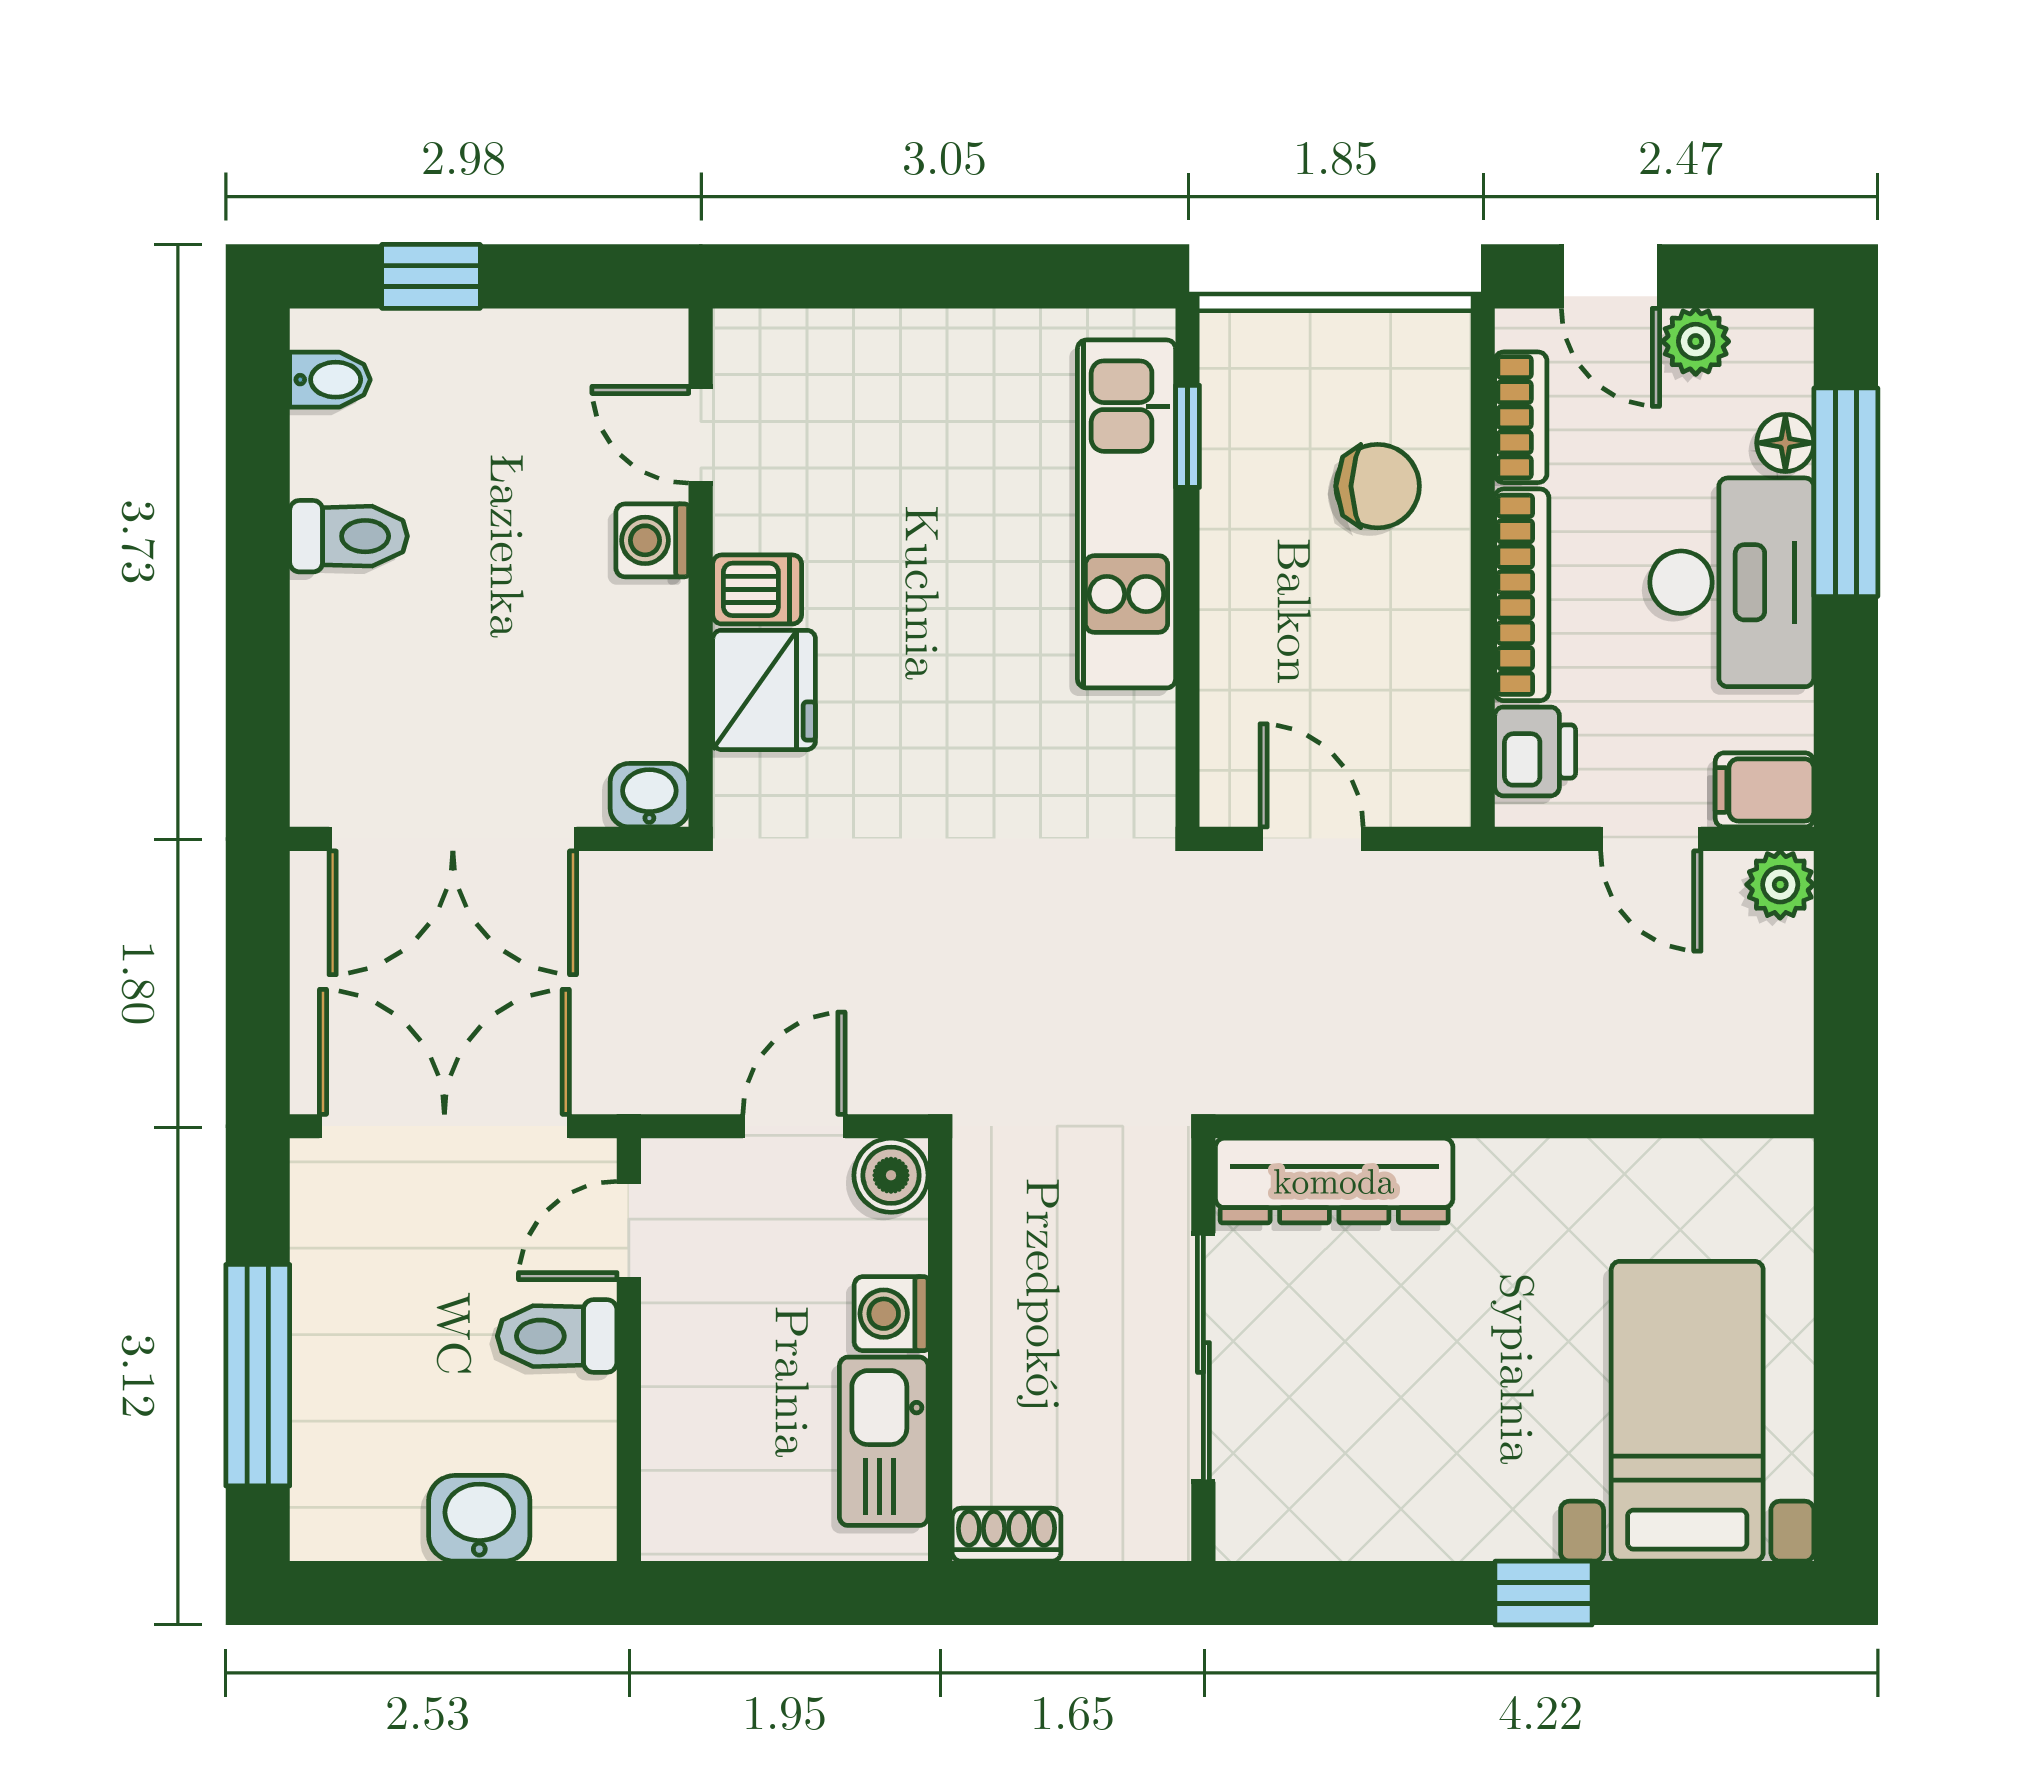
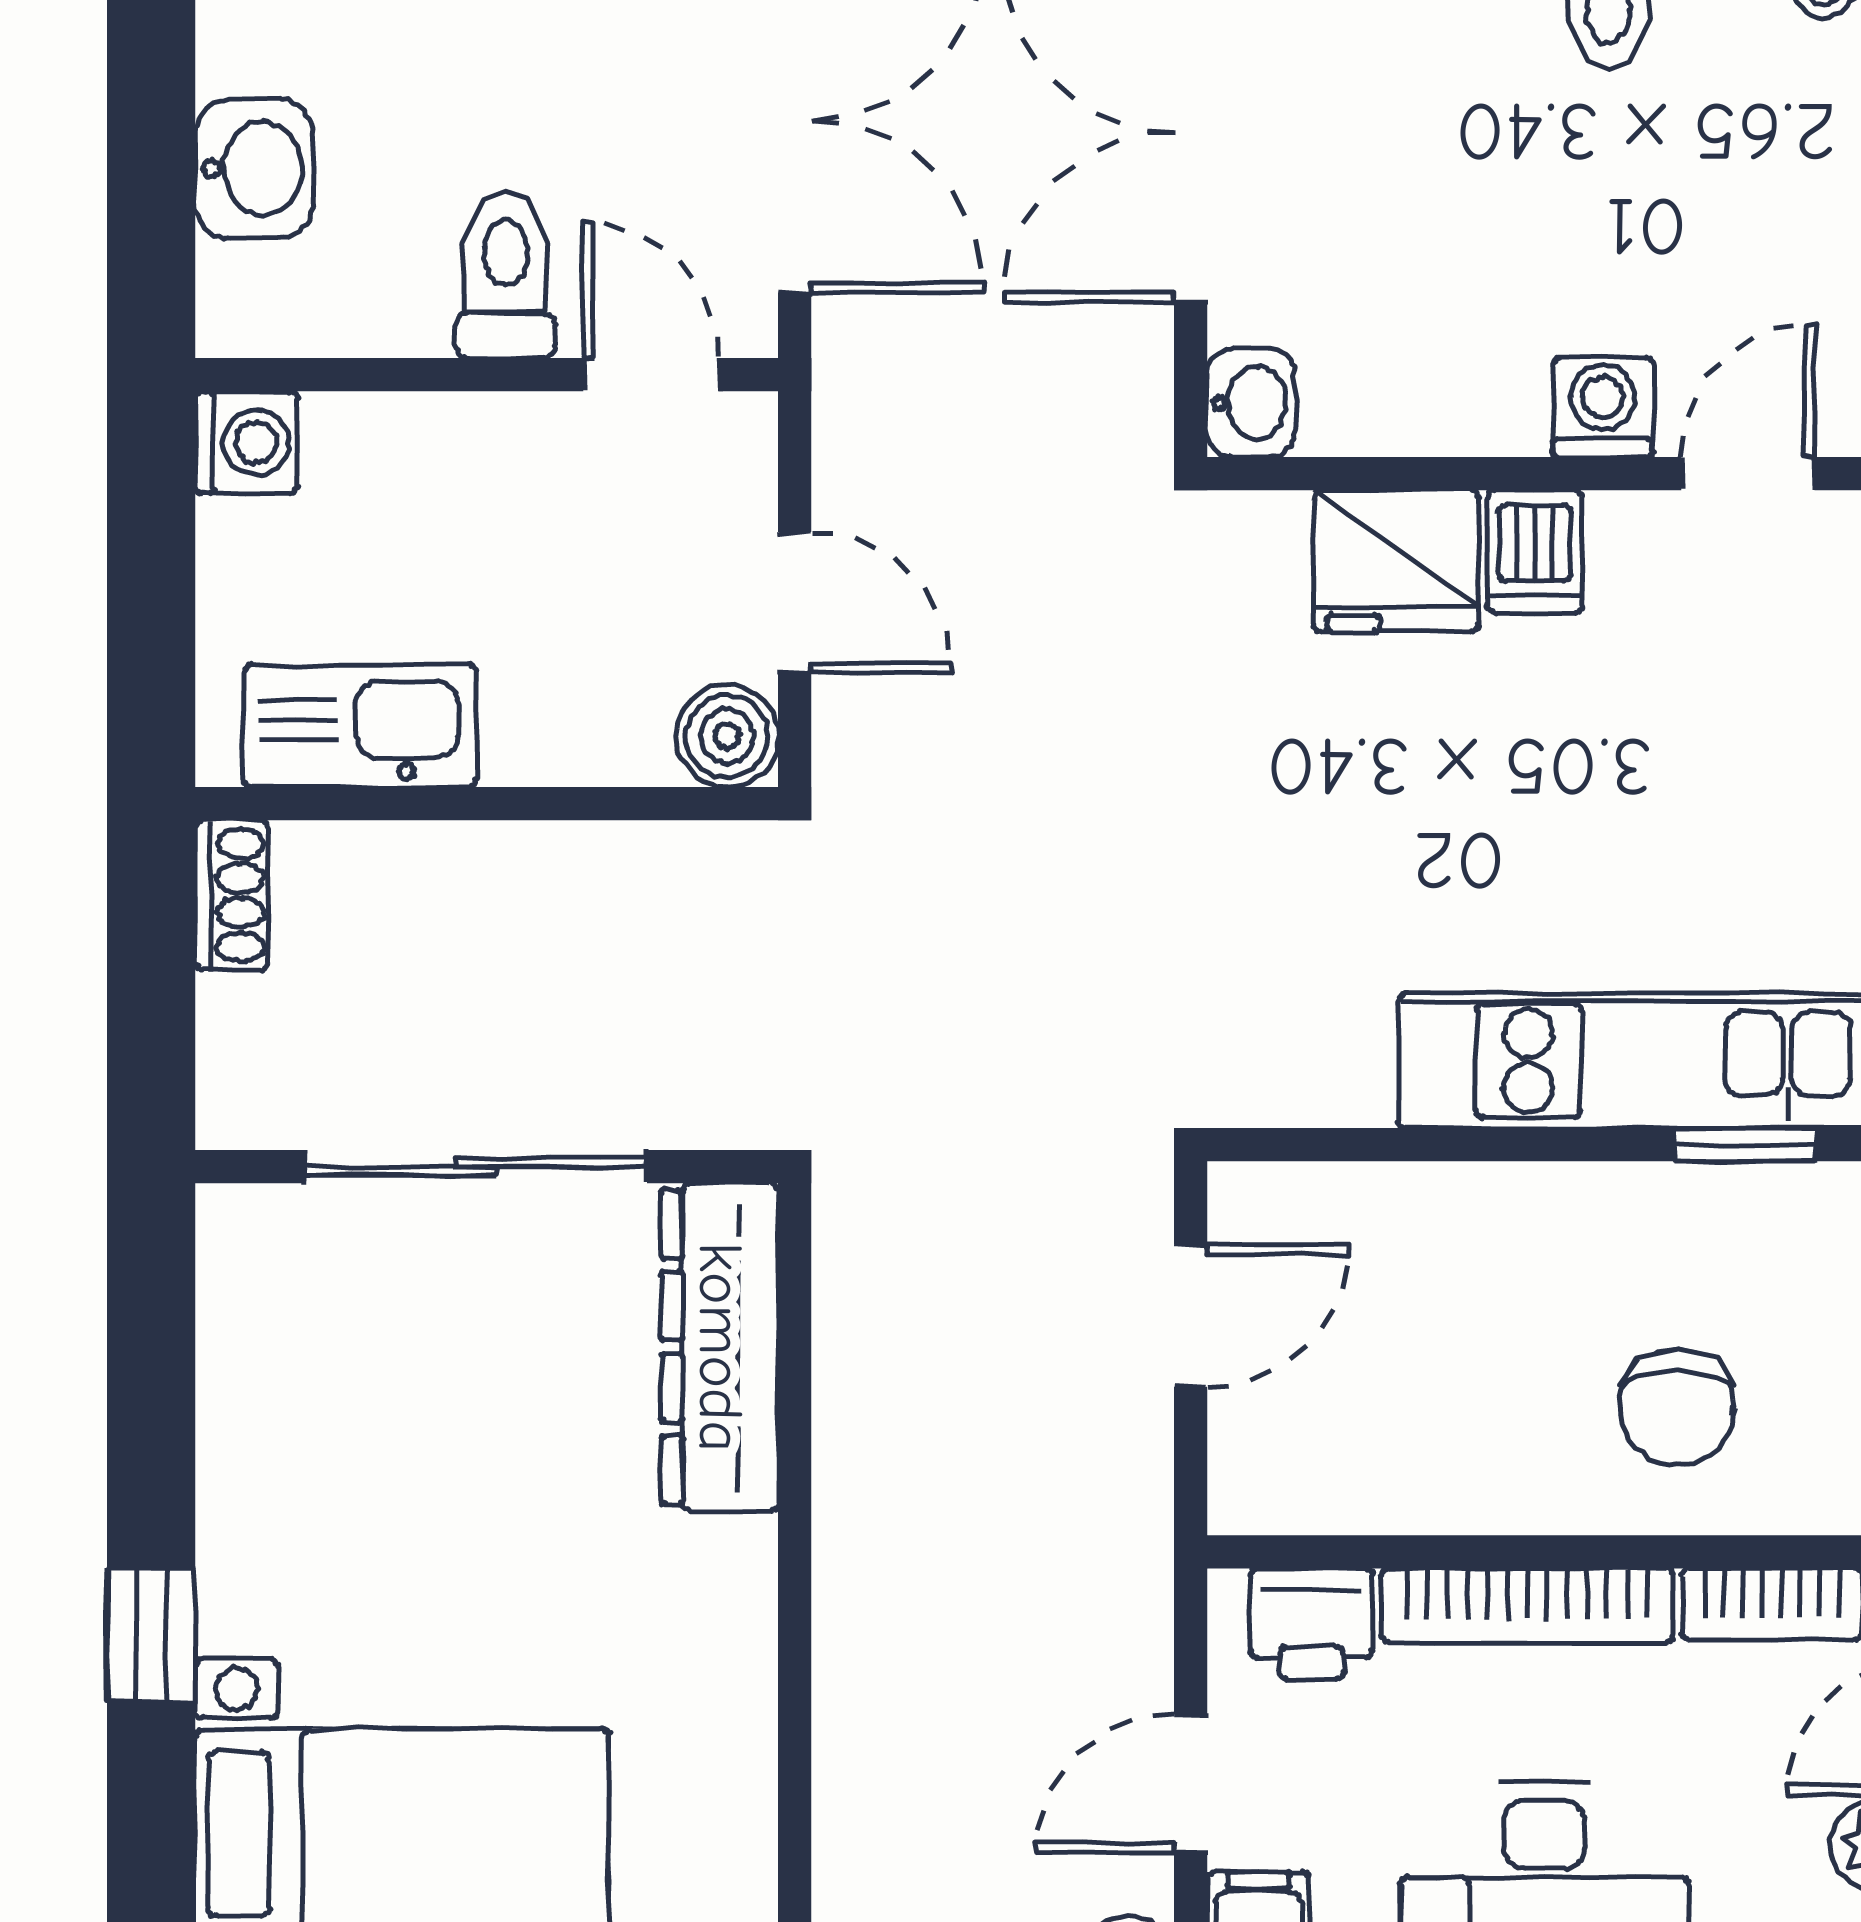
washing machine: (891, 1314) -> (246, 442), moved, turned 90

